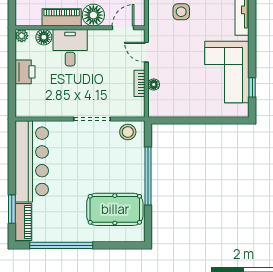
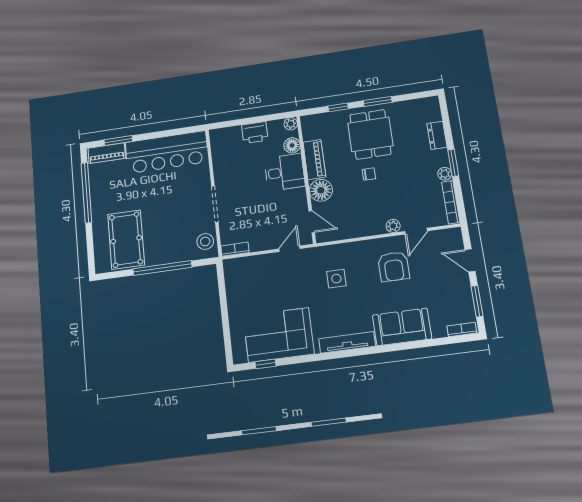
bookcase: (139, 83) -> (235, 249), moved
floor lamp: (154, 85) -> (257, 261), removed

